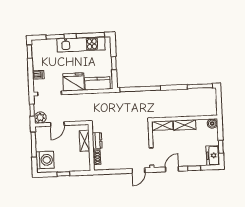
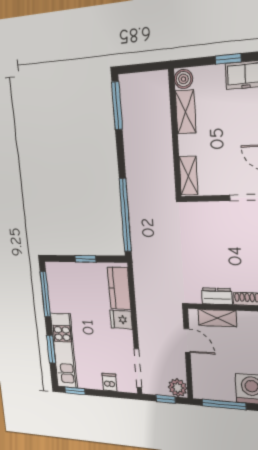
kitchen unit: (81, 44) -> (64, 351), moved
fridge: (74, 82) -> (121, 320), width x0.53, depth x0.75
door: (57, 124) -> (187, 341), moved
shelving: (185, 125) -> (186, 112), moved

